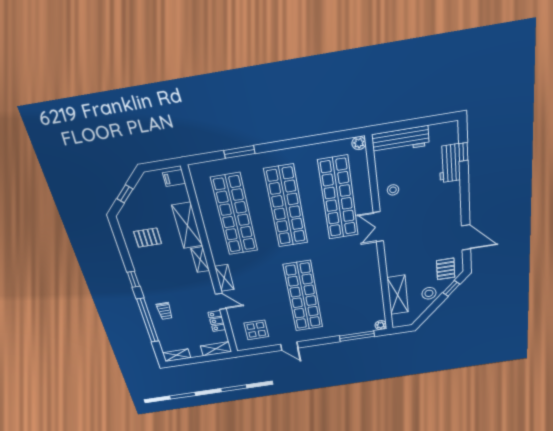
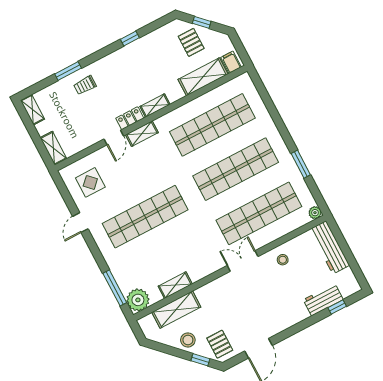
window: (239, 152) -> (301, 164), moved
shelving: (187, 226) -> (203, 77), moved
pallet: (148, 238) -> (191, 42), moved
pallet: (446, 269) -> (220, 344), turned 90
window: (133, 279) -> (130, 38), moved
shelving: (375, 290) -> (175, 285), added
window: (148, 320) -> (68, 71), width x0.47
locker: (217, 321) -> (130, 118), moved
plant: (381, 325) -> (138, 300), width x1.88, depth x1.88

